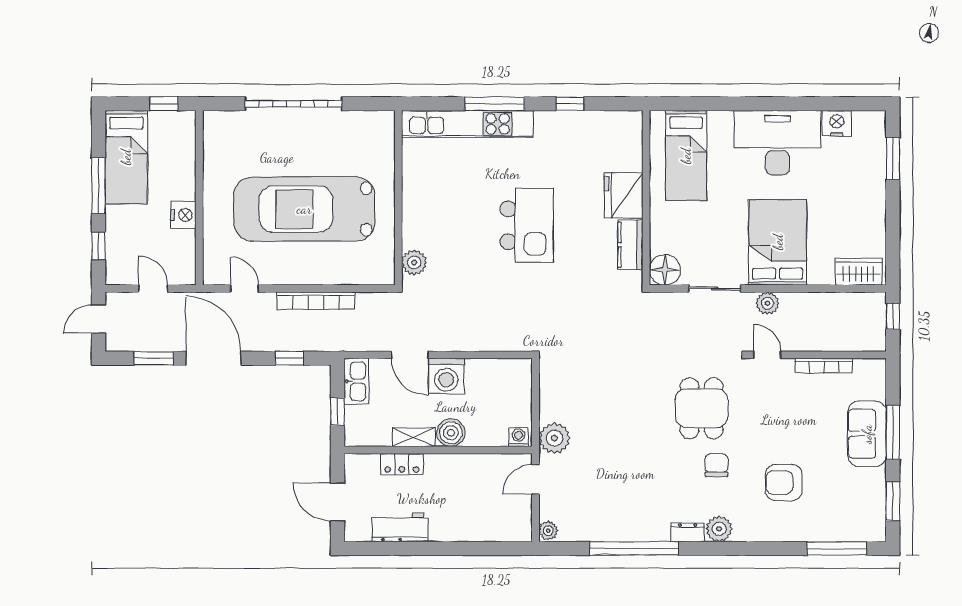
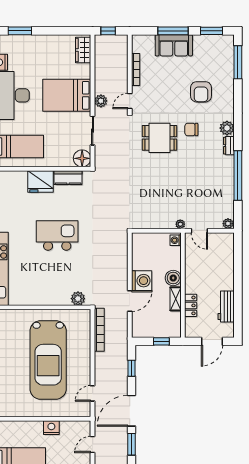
bookcase: (316, 301) -> (99, 330), moved
kitchen sink: (356, 381) -> (144, 331), removed
plant: (554, 438) -> (180, 224), width x0.53, depth x0.53

